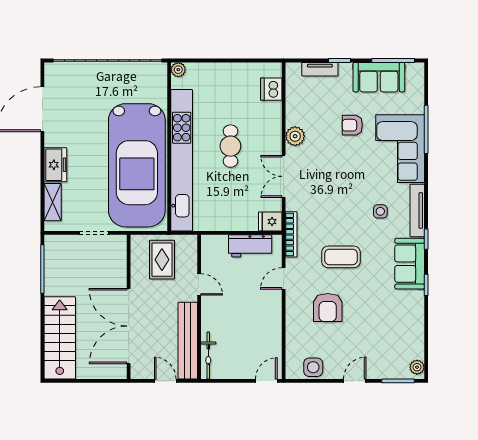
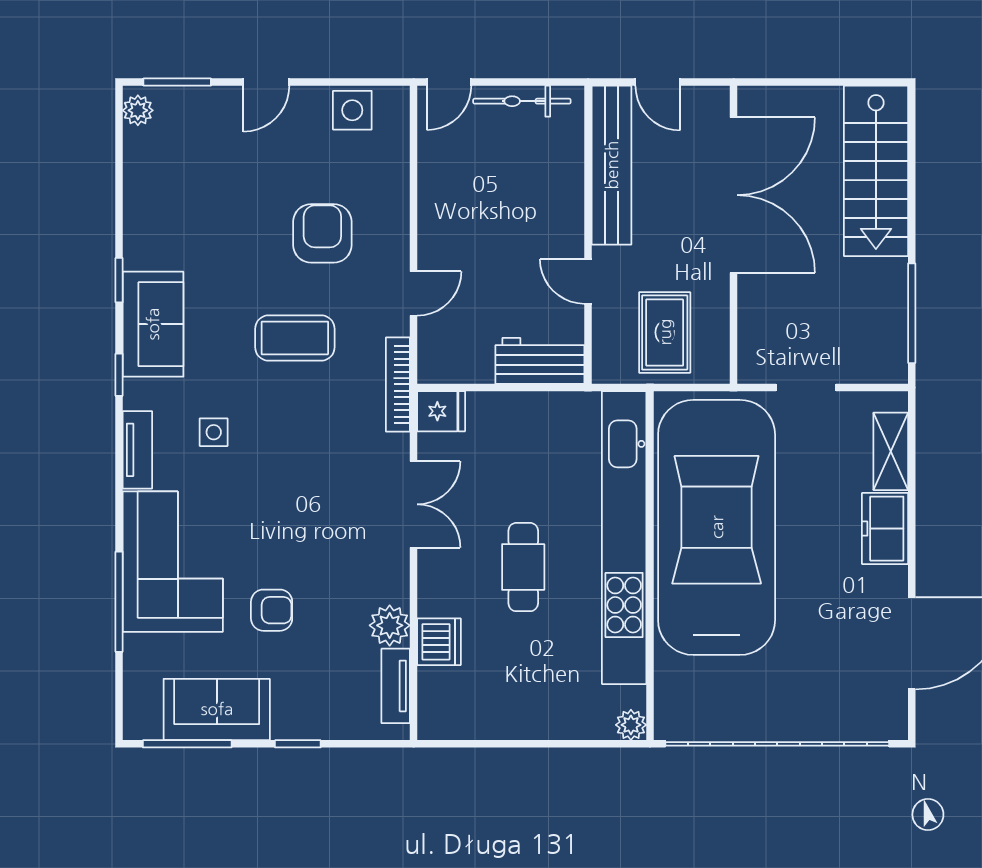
tv unit: (320, 69) -> (396, 686), moved, turned -90
dishwasher: (271, 89) -> (439, 642), moved
plant: (295, 136) -> (390, 625), moved
tv unit: (417, 210) -> (137, 450), width x0.71
workbench: (250, 246) -> (540, 361), moved
bicycle: (208, 355) -> (522, 101), moved, turned -90

